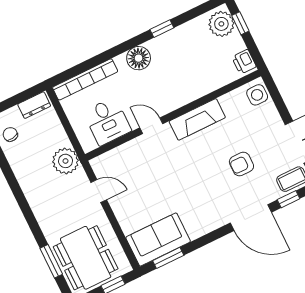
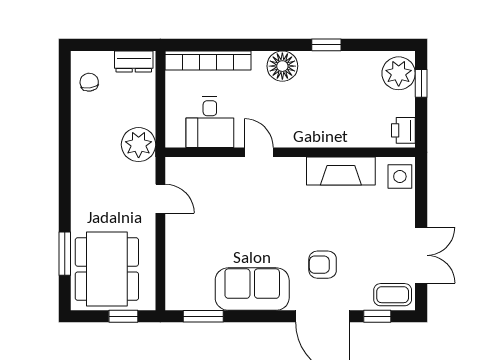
fireplace: (197, 119) -> (341, 171), moved
armchair: (241, 164) -> (323, 265), moved
sofa: (158, 240) -> (252, 289), moved

